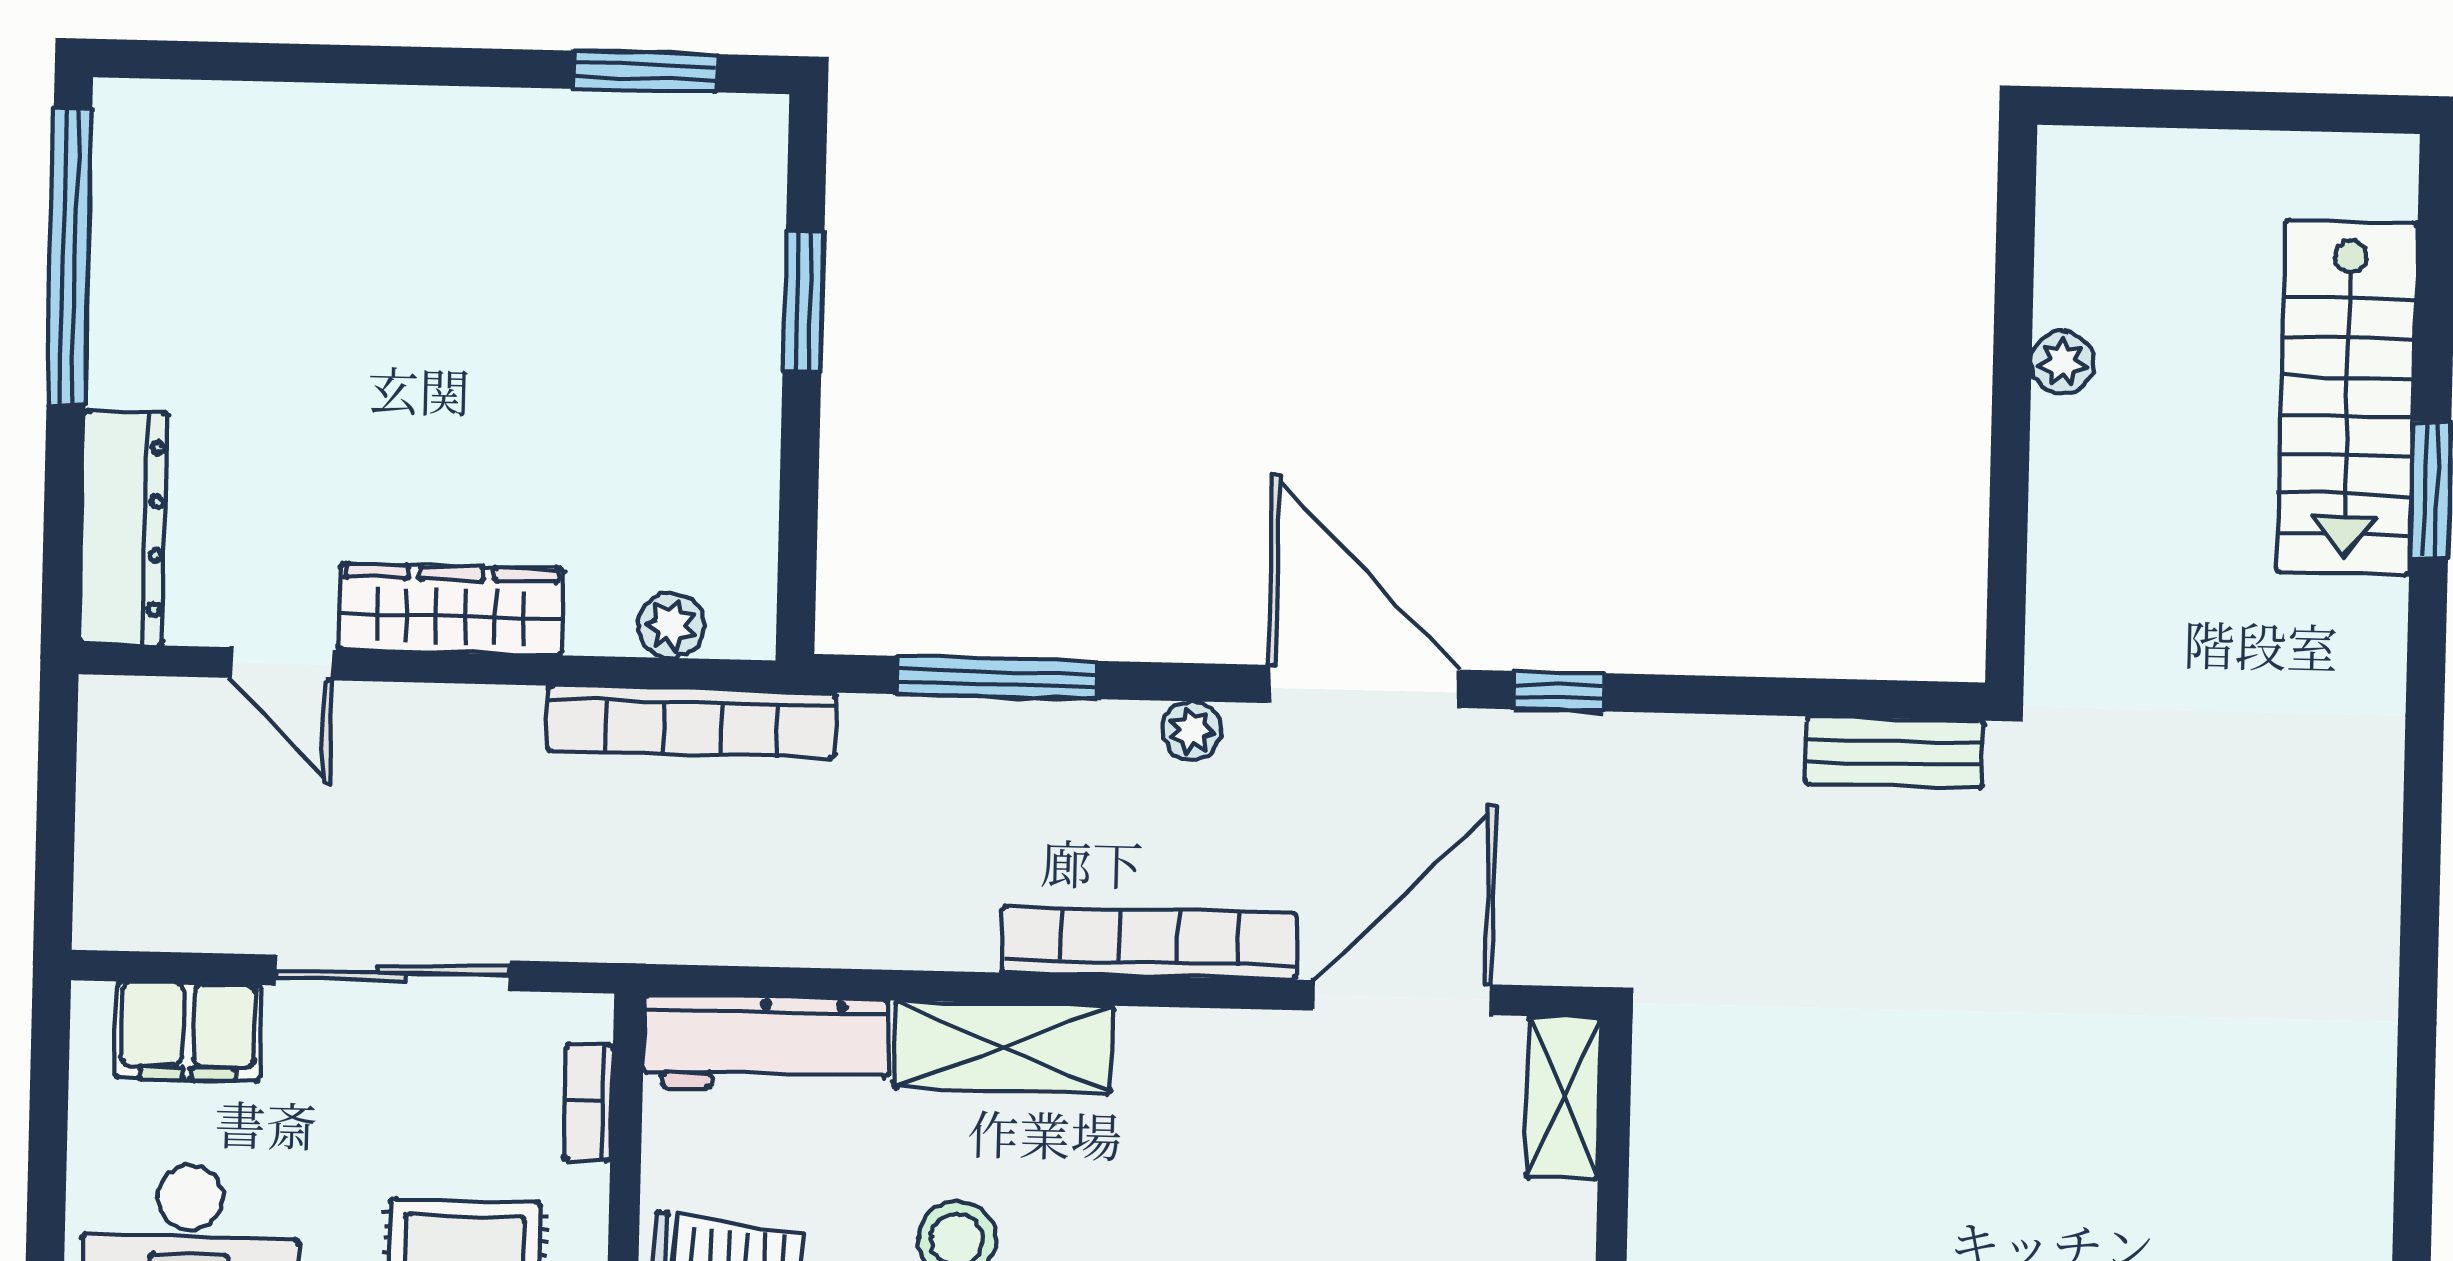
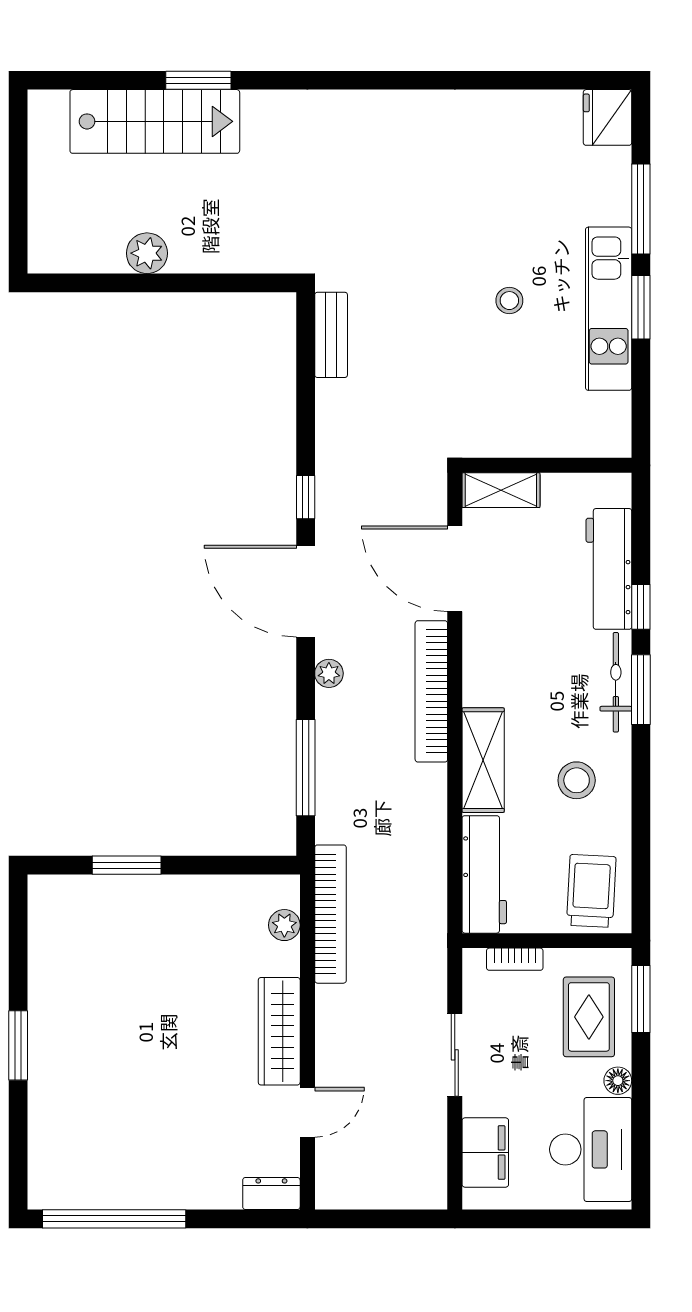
window: (645, 71) -> (18, 1045), moved
plant: (2062, 362) -> (147, 253), width x1.38, depth x1.38
dresser: (124, 528) -> (271, 1194), width x0.51, depth x0.80
door: (1364, 686) -> (306, 591), hinge flipped
sliding door: (393, 973) -> (455, 1055), width x0.73
stool: (1957, 1125) -> (509, 301), added

